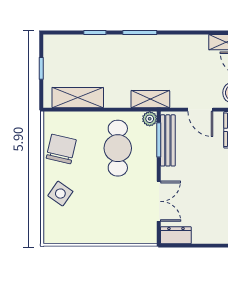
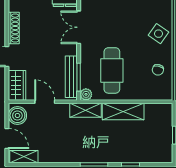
shelving: (78, 98) -> (123, 112), moved
chair: (61, 149) -> (158, 70), width x0.54, depth x0.54

